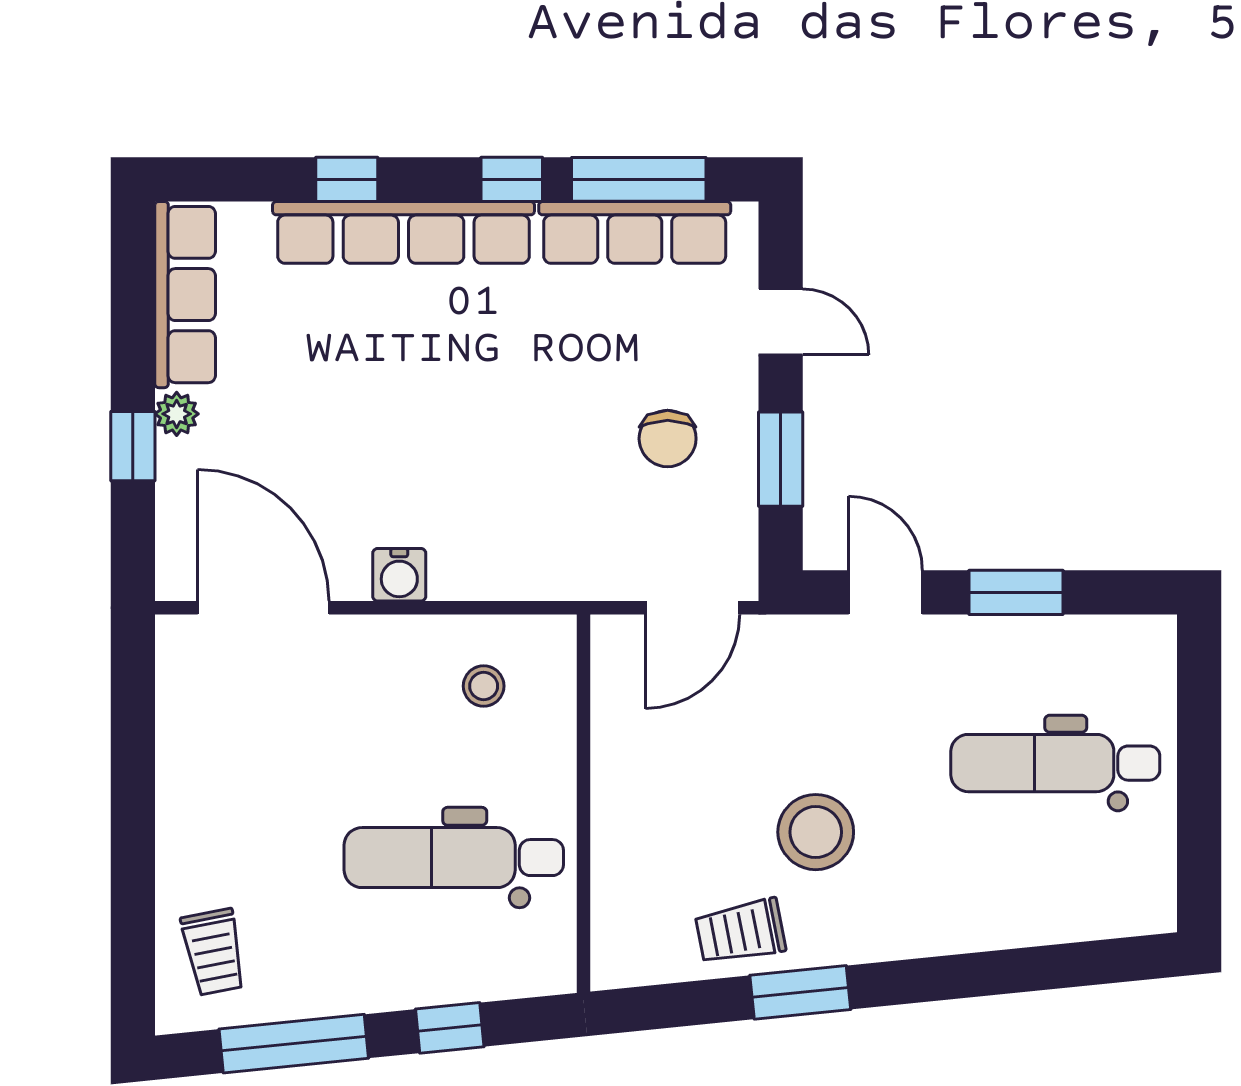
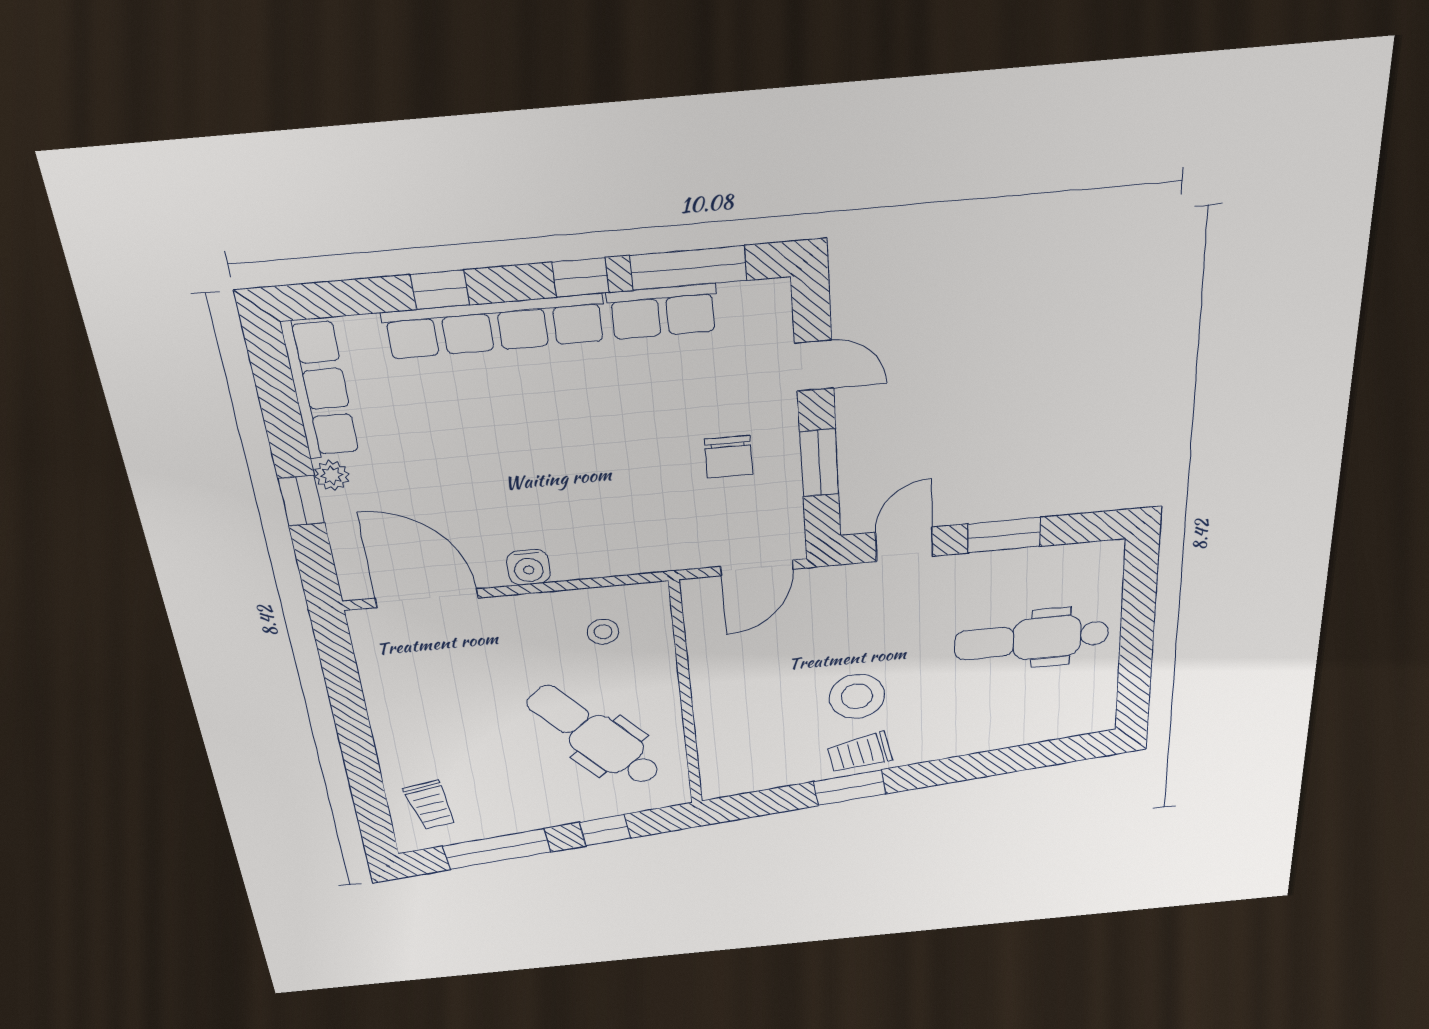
row of seats: (635, 232) -> (663, 312), width x0.68
door: (885, 592) -> (904, 544), hinge flipped
dental chair: (454, 858) -> (595, 736), turned 49
trolley: (740, 932) -> (859, 753), moved

